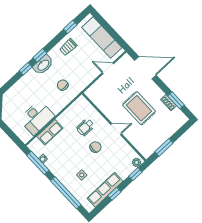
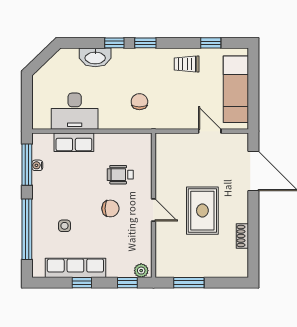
washbasin: (43, 65) -> (95, 57), moved
window: (176, 100) -> (253, 242), removed

